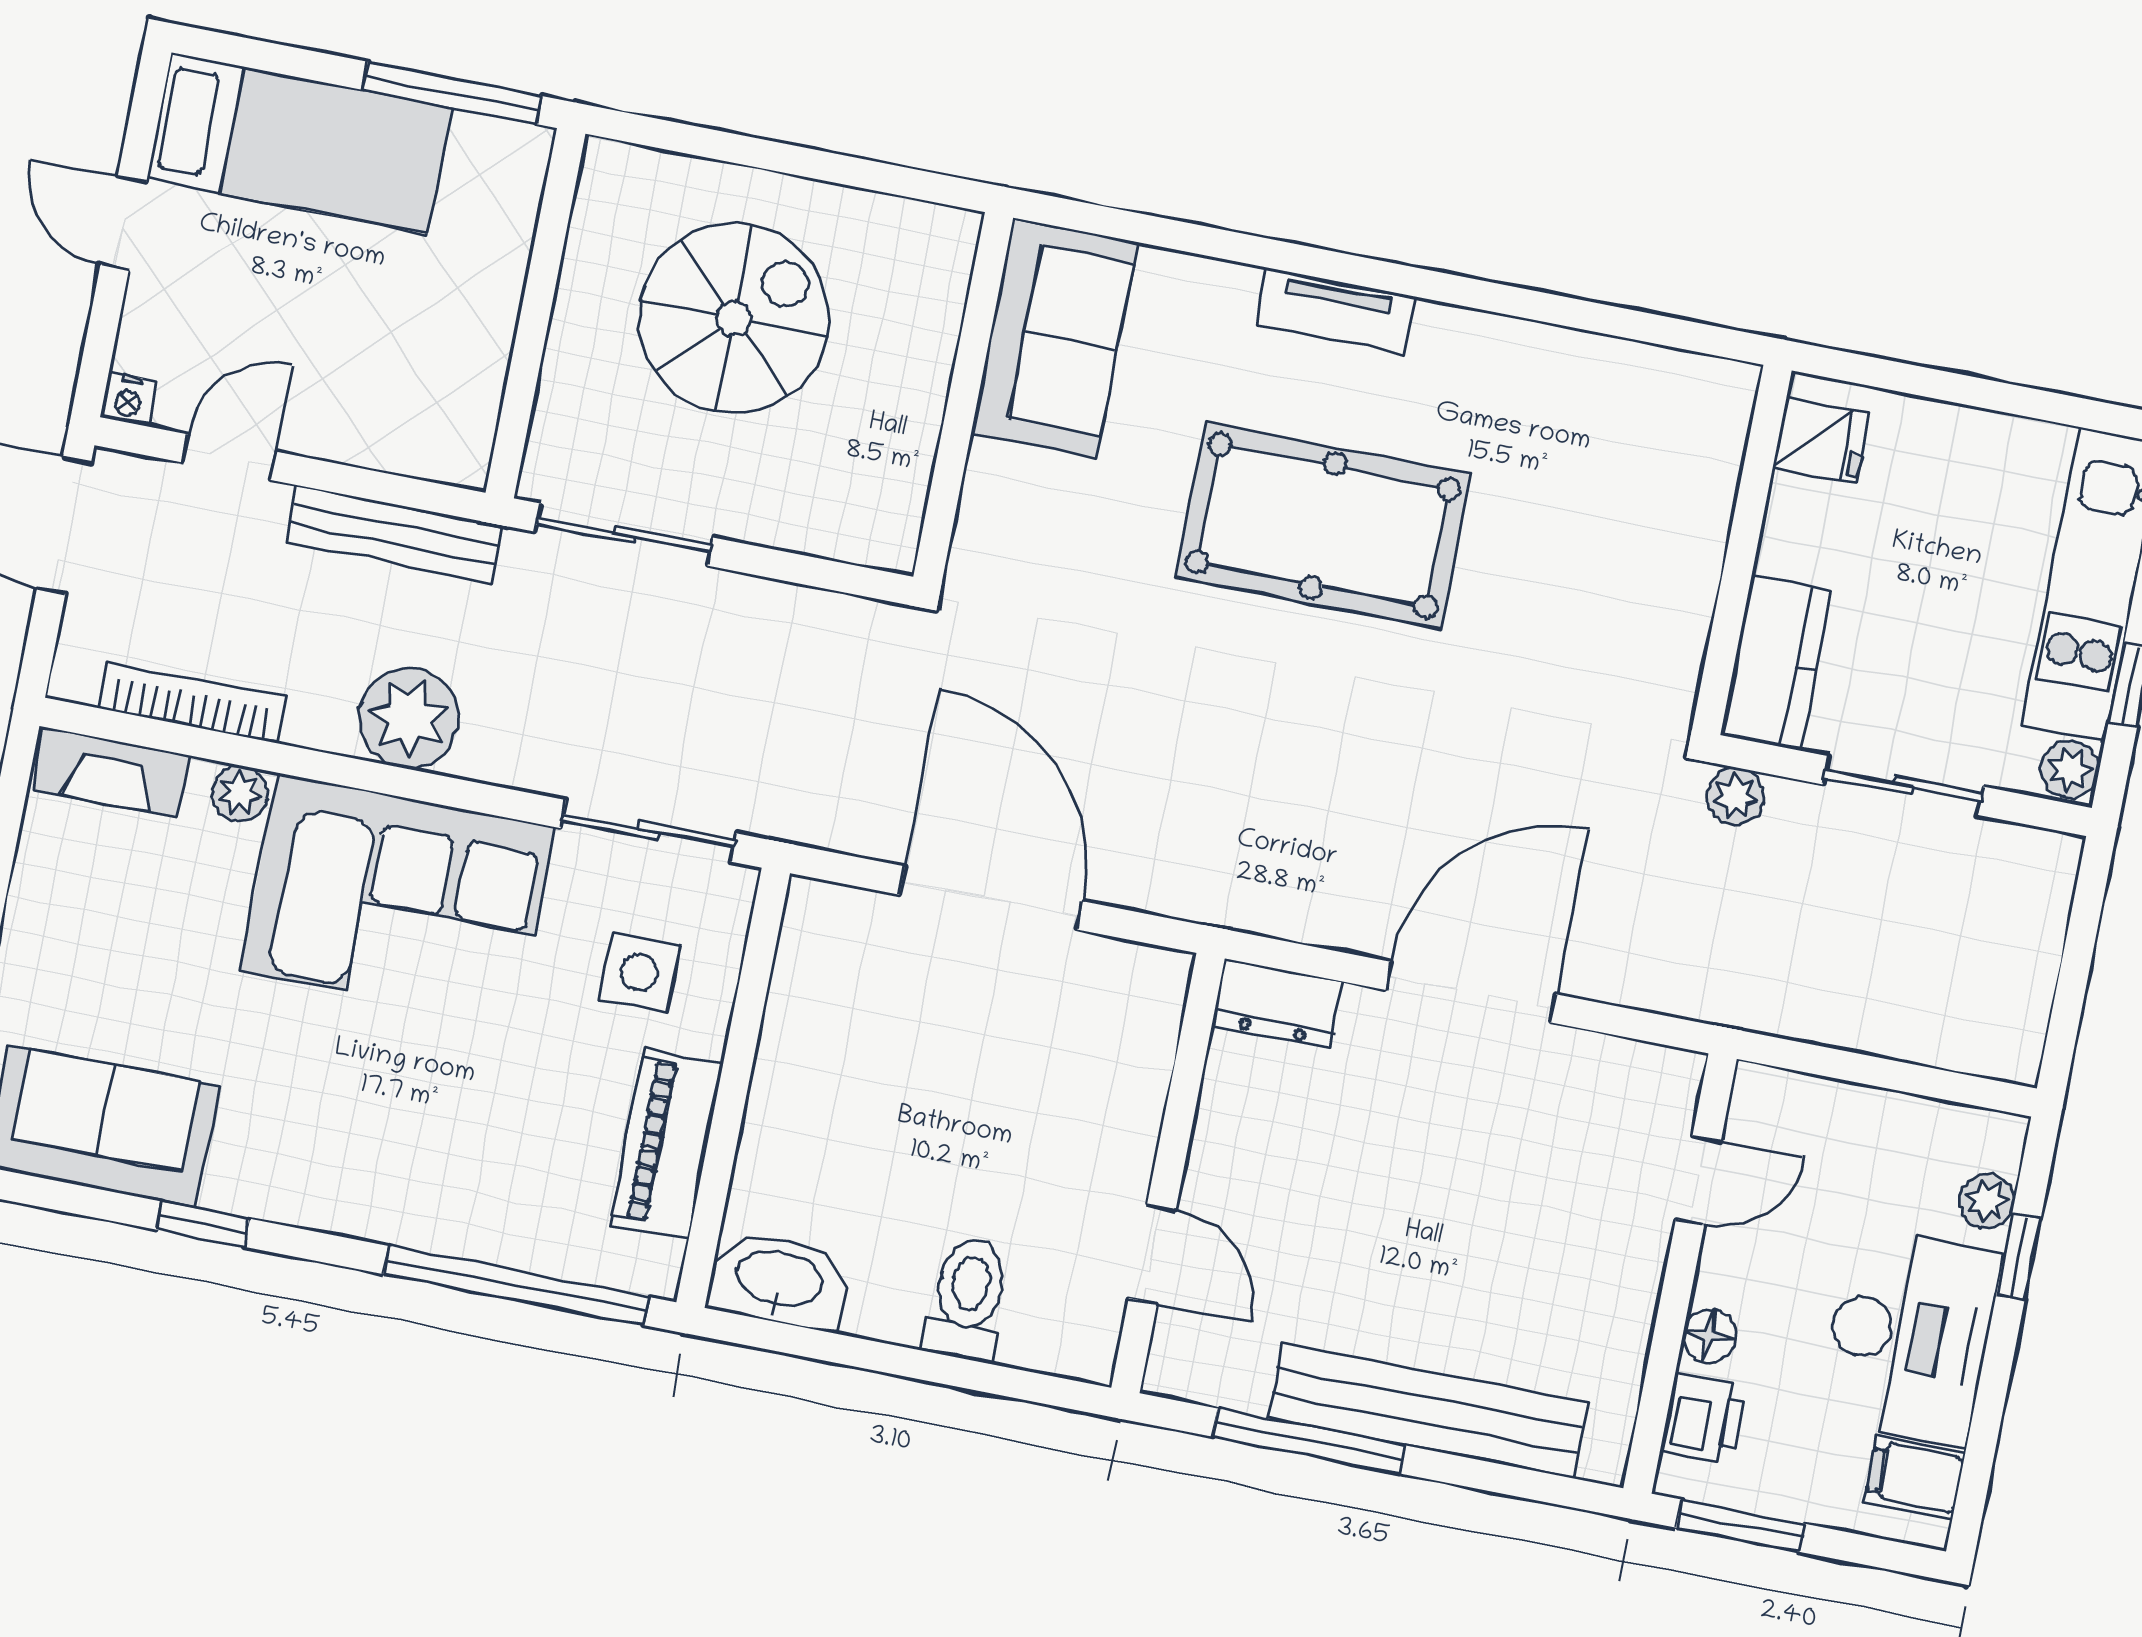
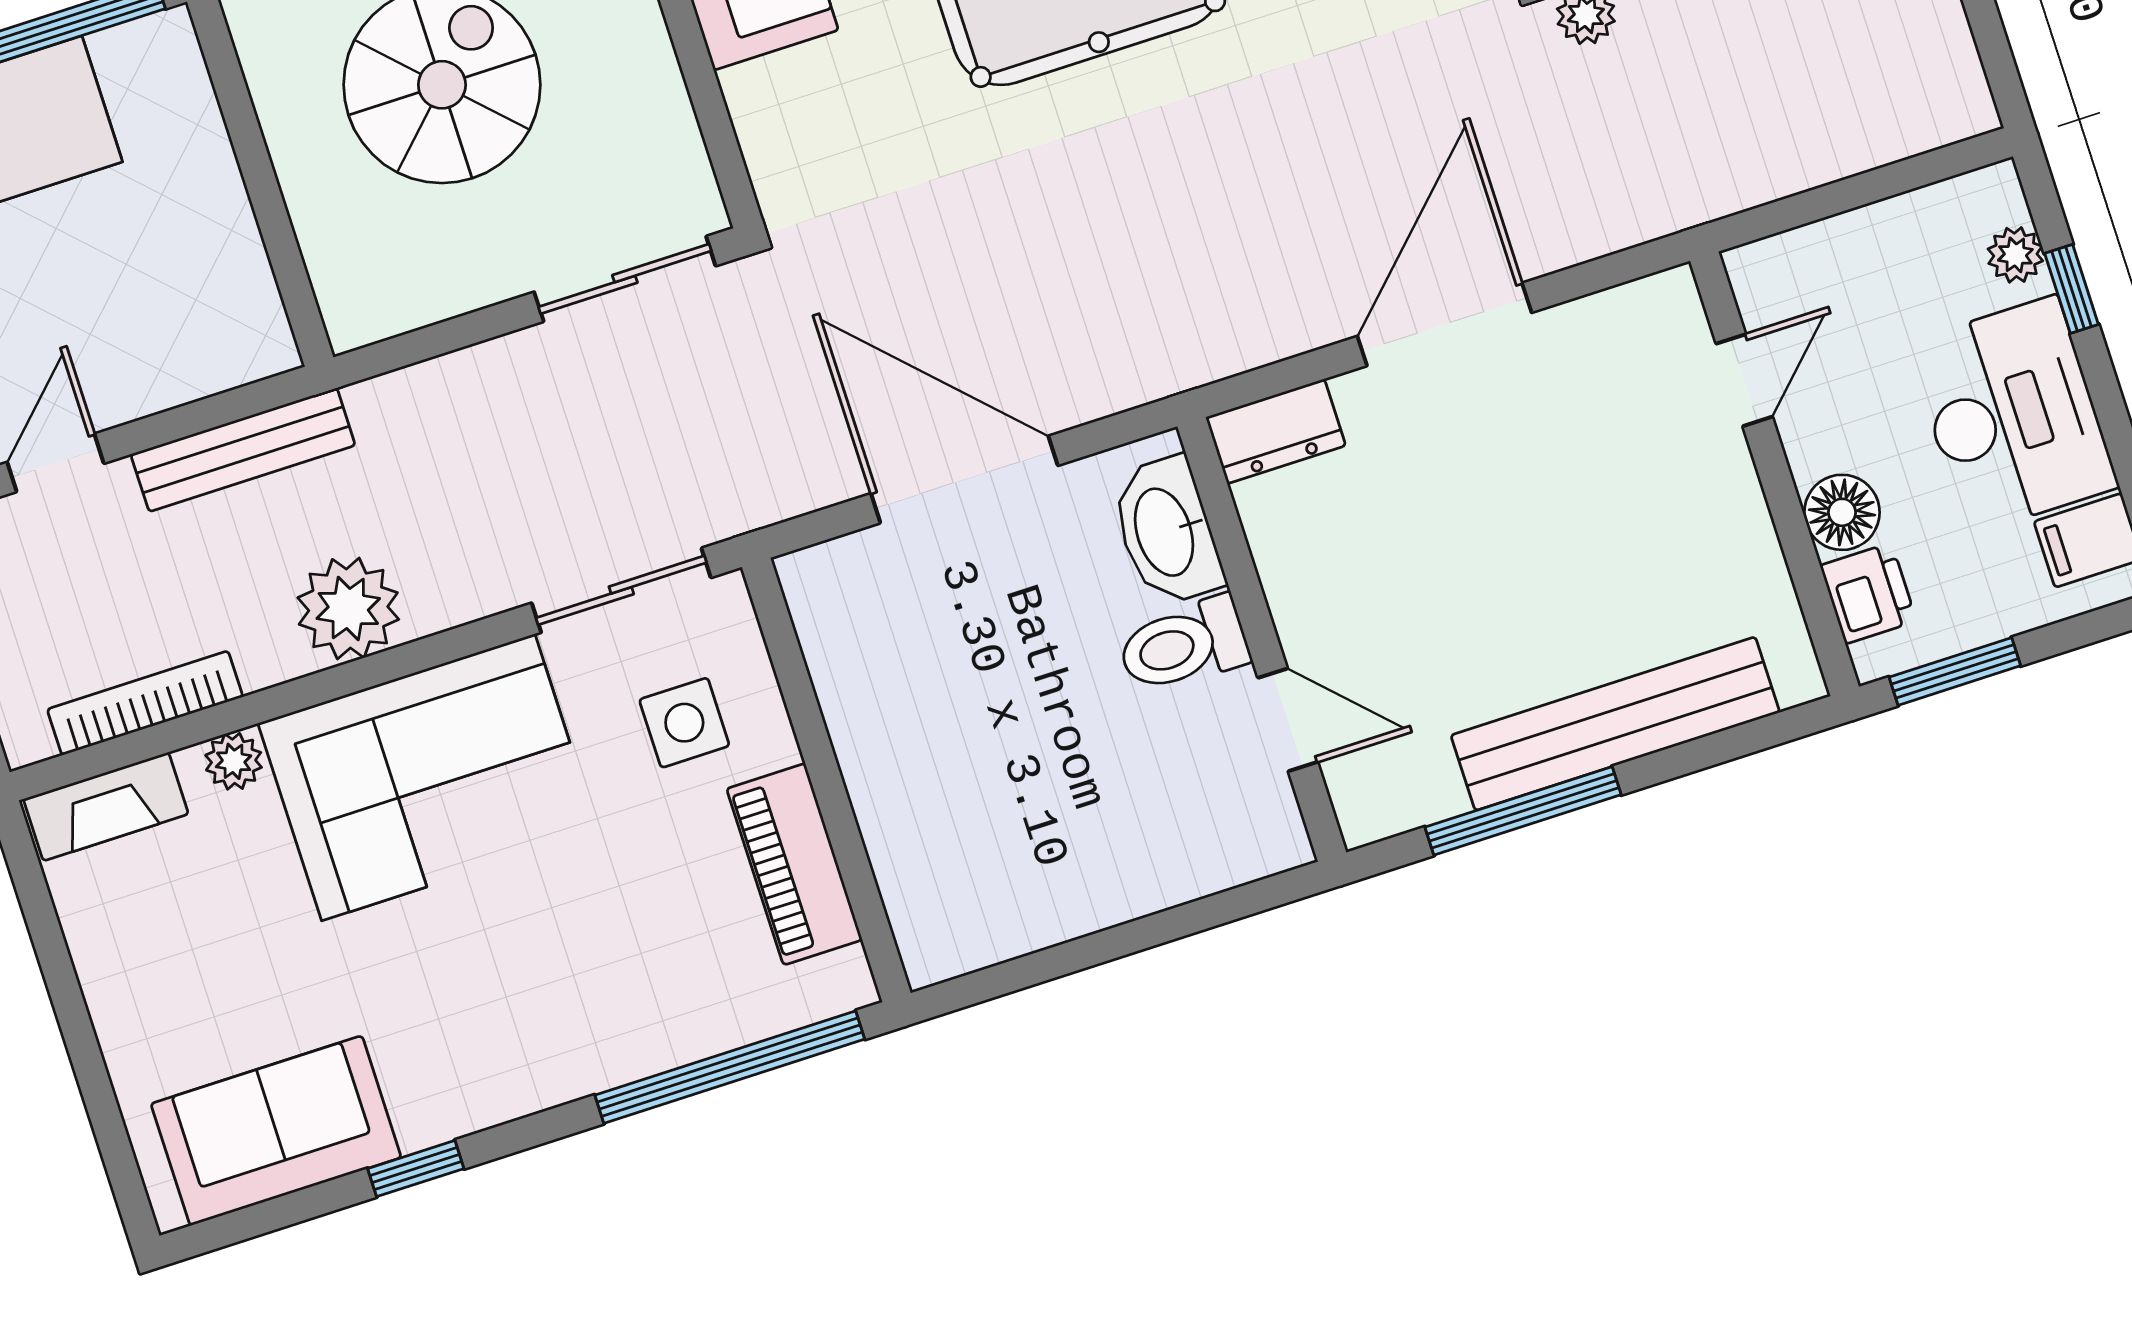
sliding door: (624, 535) -> (625, 279), moved
washbasin: (779, 1280) -> (1166, 531), moved, turned -90
toilet: (968, 1299) -> (1183, 645), moved, turned -90
floor lamp: (1709, 1336) -> (1842, 512), width x1.37, depth x1.37

